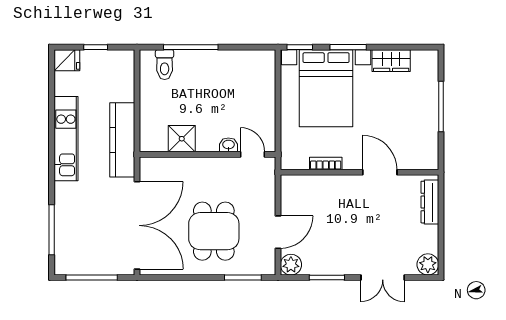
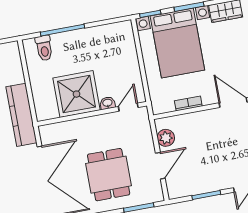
shower: (182, 139) -> (77, 94), width x1.86, depth x1.86
door: (253, 154) -> (128, 107), hinge flipped
plant: (291, 265) -> (166, 138), moved

